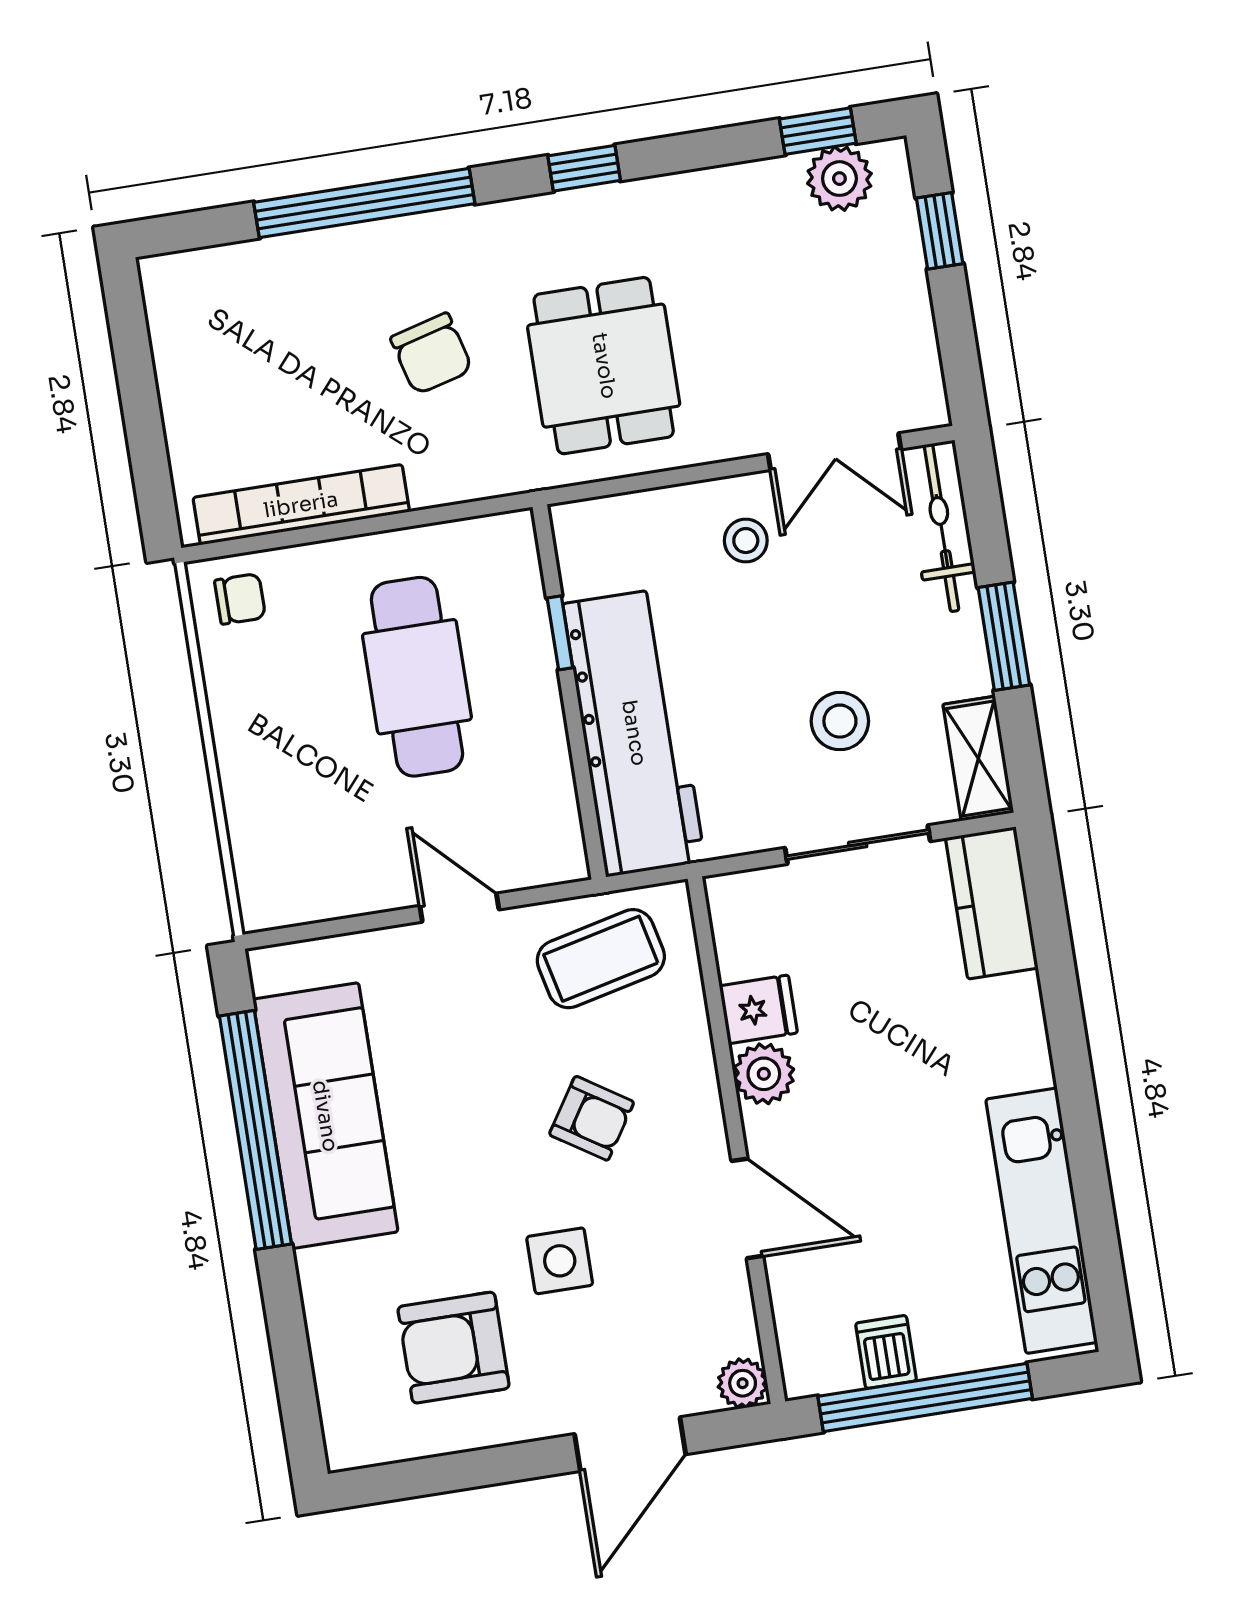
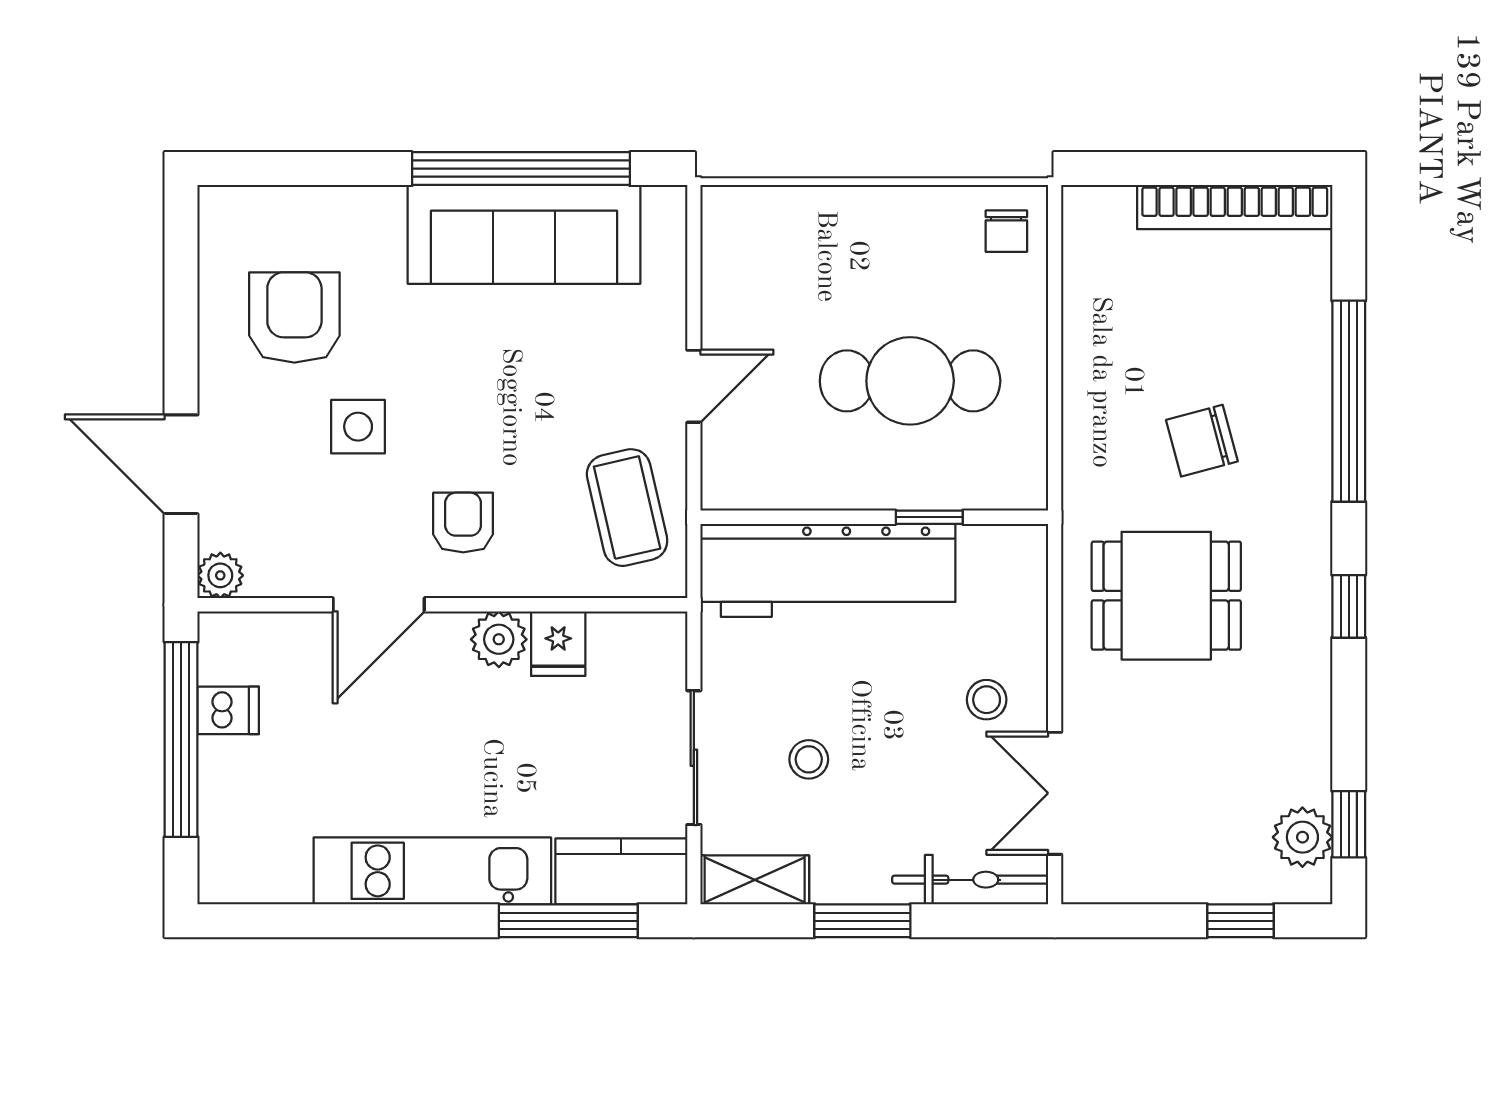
bookcase: (301, 505) -> (1235, 207), moved, turned 90
stool: (840, 721) -> (809, 759), width x0.73, depth x0.73
window: (1054, 952) -> (568, 921), added
armchair: (592, 1118) -> (463, 523), moved, turned 147
kitchen unit: (1042, 1221) -> (432, 871), moved

